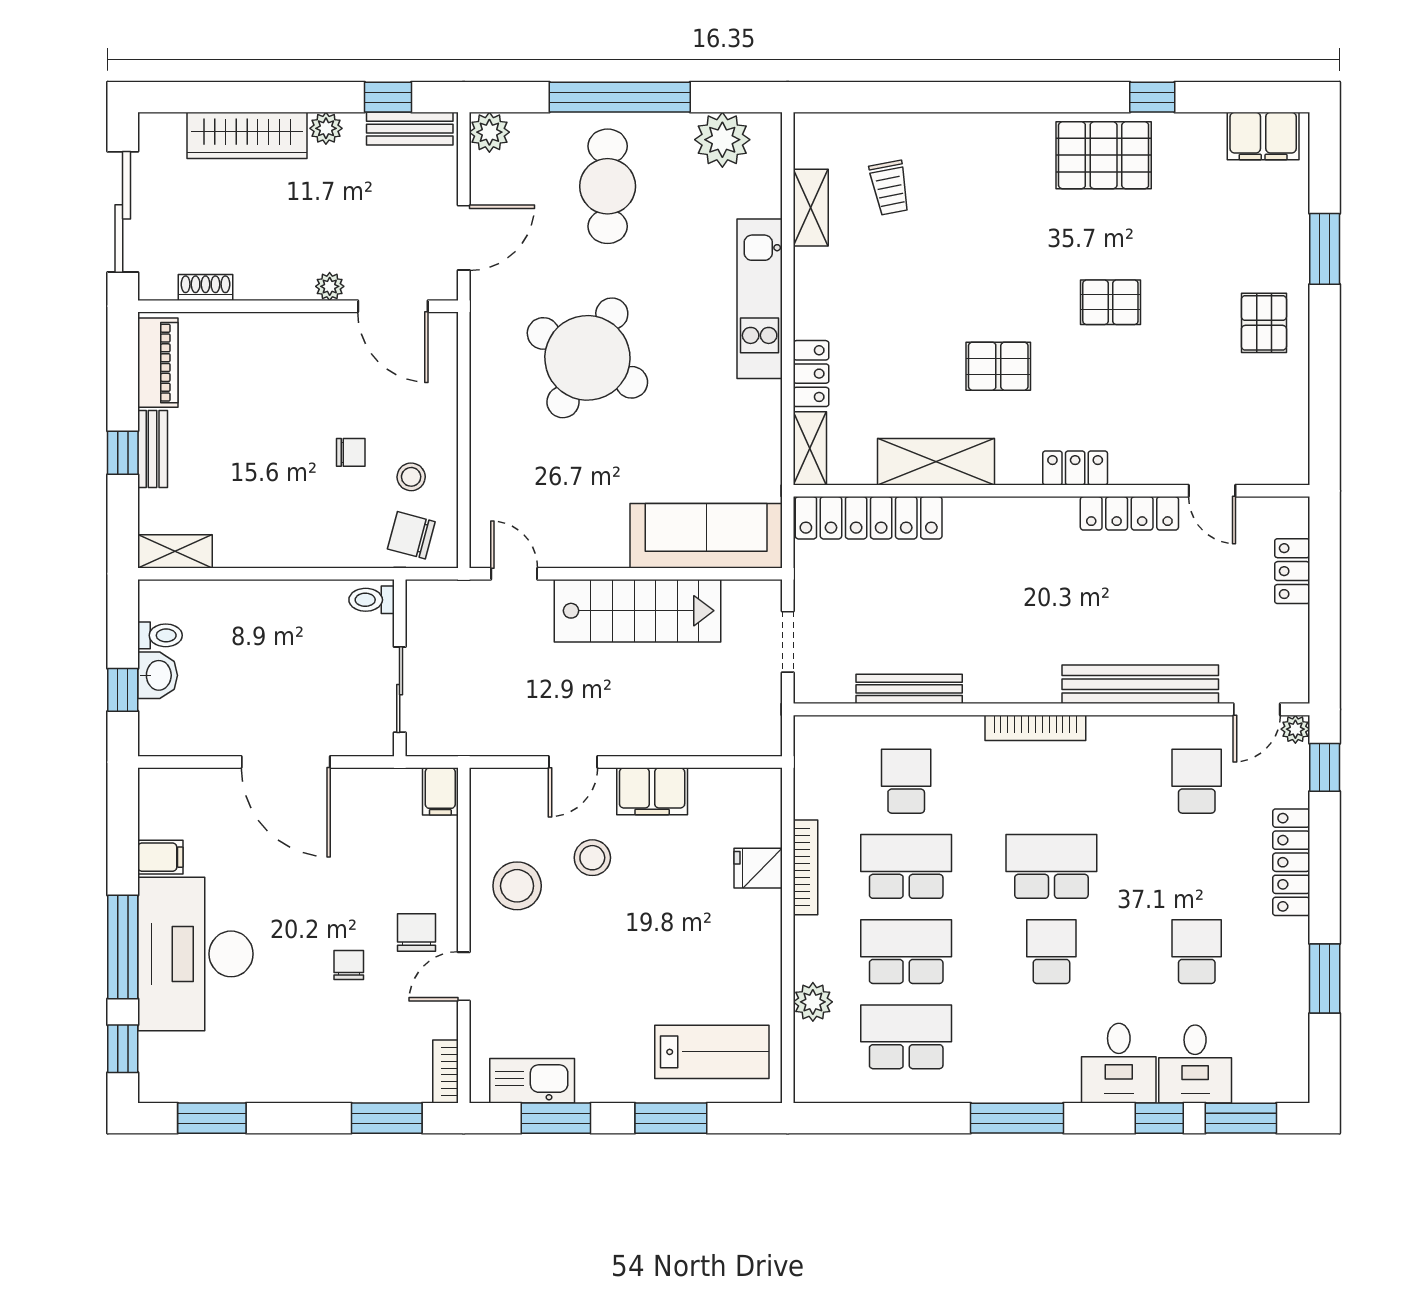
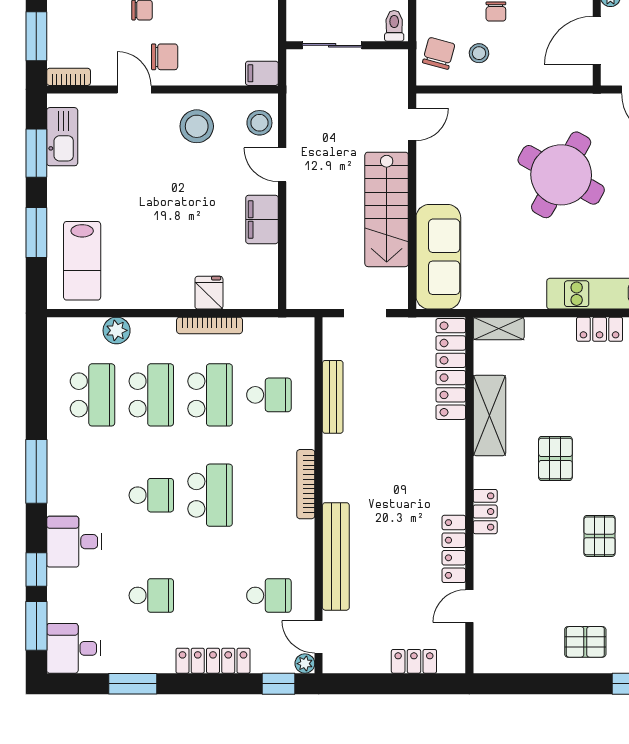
locker: (811, 374) -> (600, 329), moved
stool: (592, 858) -> (259, 123), moved
desk: (1195, 1064) -> (74, 648), moved

